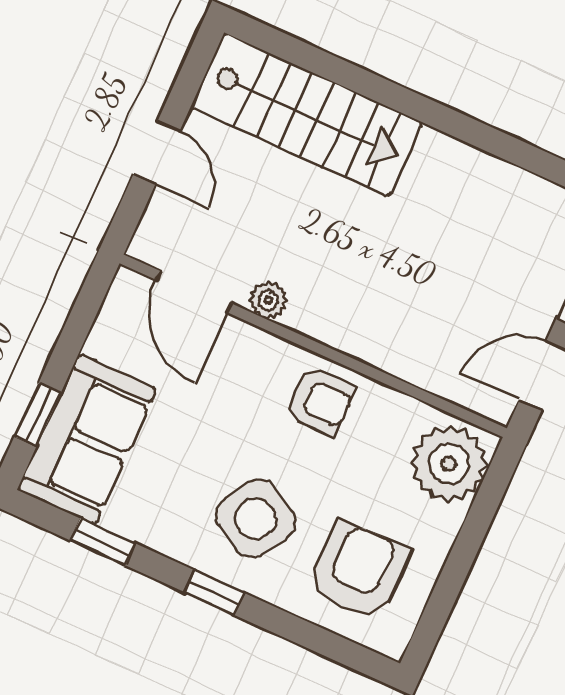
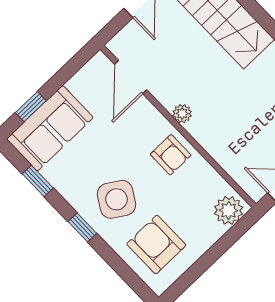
plant: (268, 300) -> (182, 114), moved
plant: (449, 464) -> (229, 210), width x0.73, depth x0.73
armchair: (358, 571) -> (156, 245), turned -90

